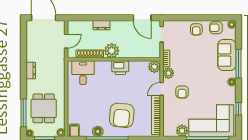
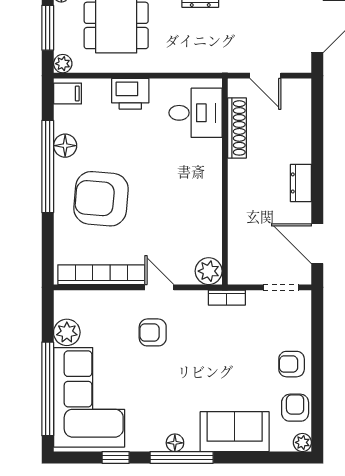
door: (142, 18) -> (317, 244), hinge flipped
dresser: (102, 25) -> (301, 183), moved
plant: (112, 51) -> (244, 176), removed
window: (238, 64) -> (182, 457), moved
printer: (120, 68) -> (130, 94), moved, turned -90
plant: (168, 73) -> (194, 302), removed

